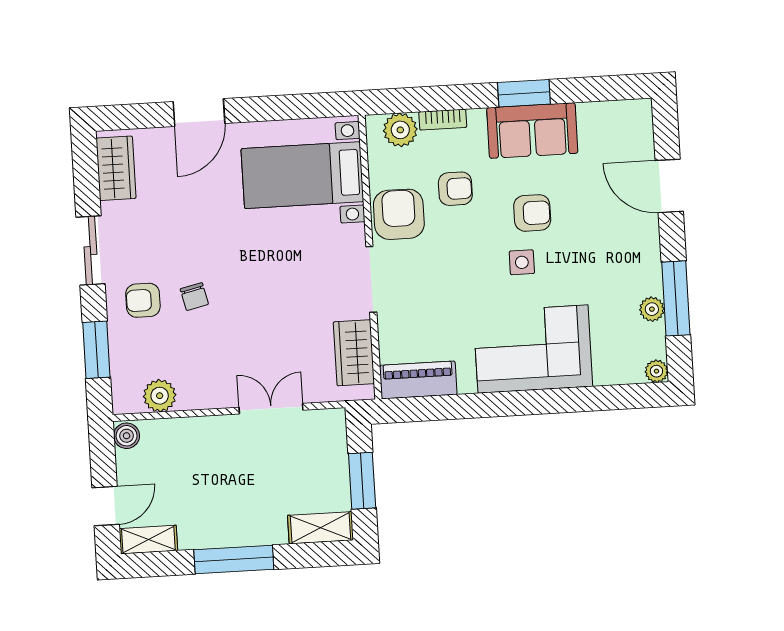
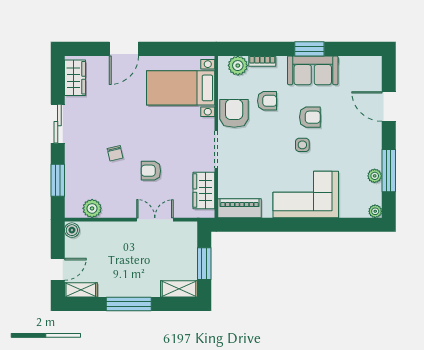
armchair: (143, 300) -> (151, 171), moved

